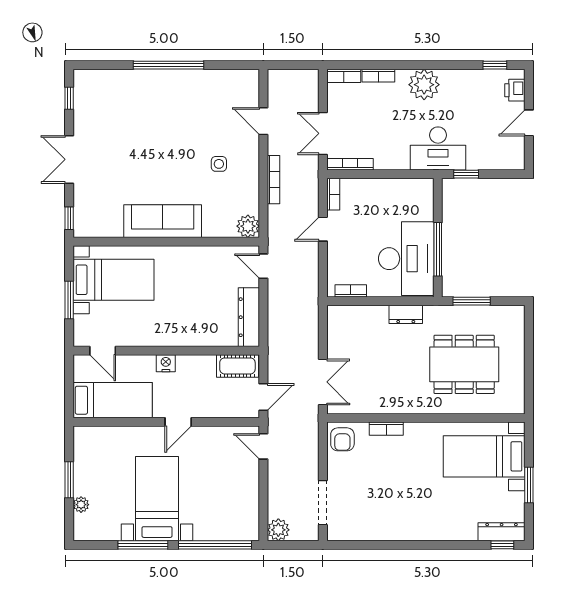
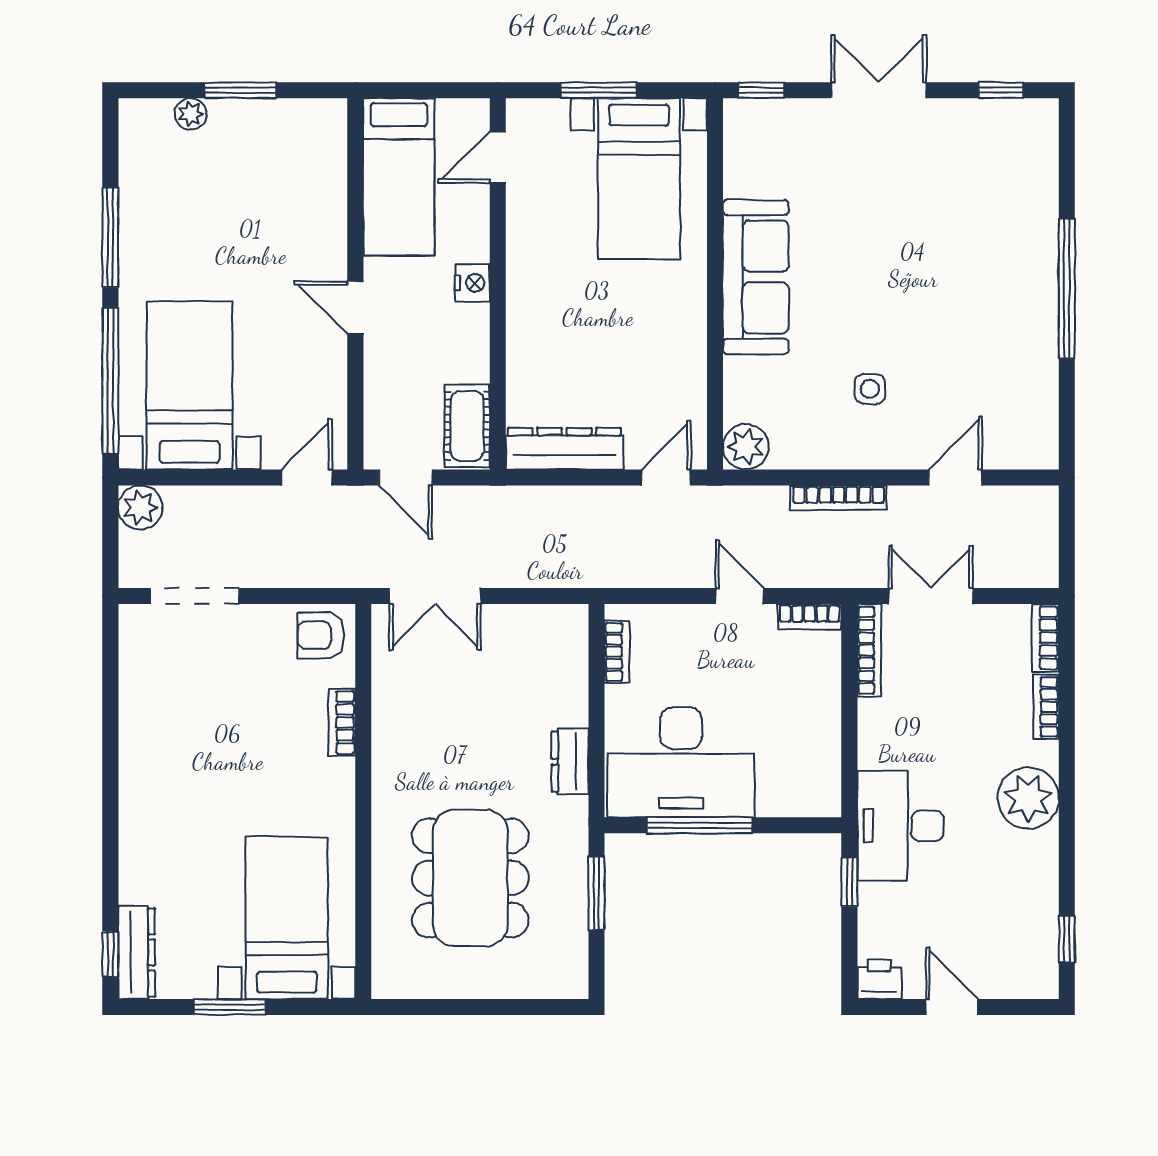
printer: (515, 90) -> (879, 979), moved
bed with nightstands: (157, 499) -> (189, 385), moved, turned -90

